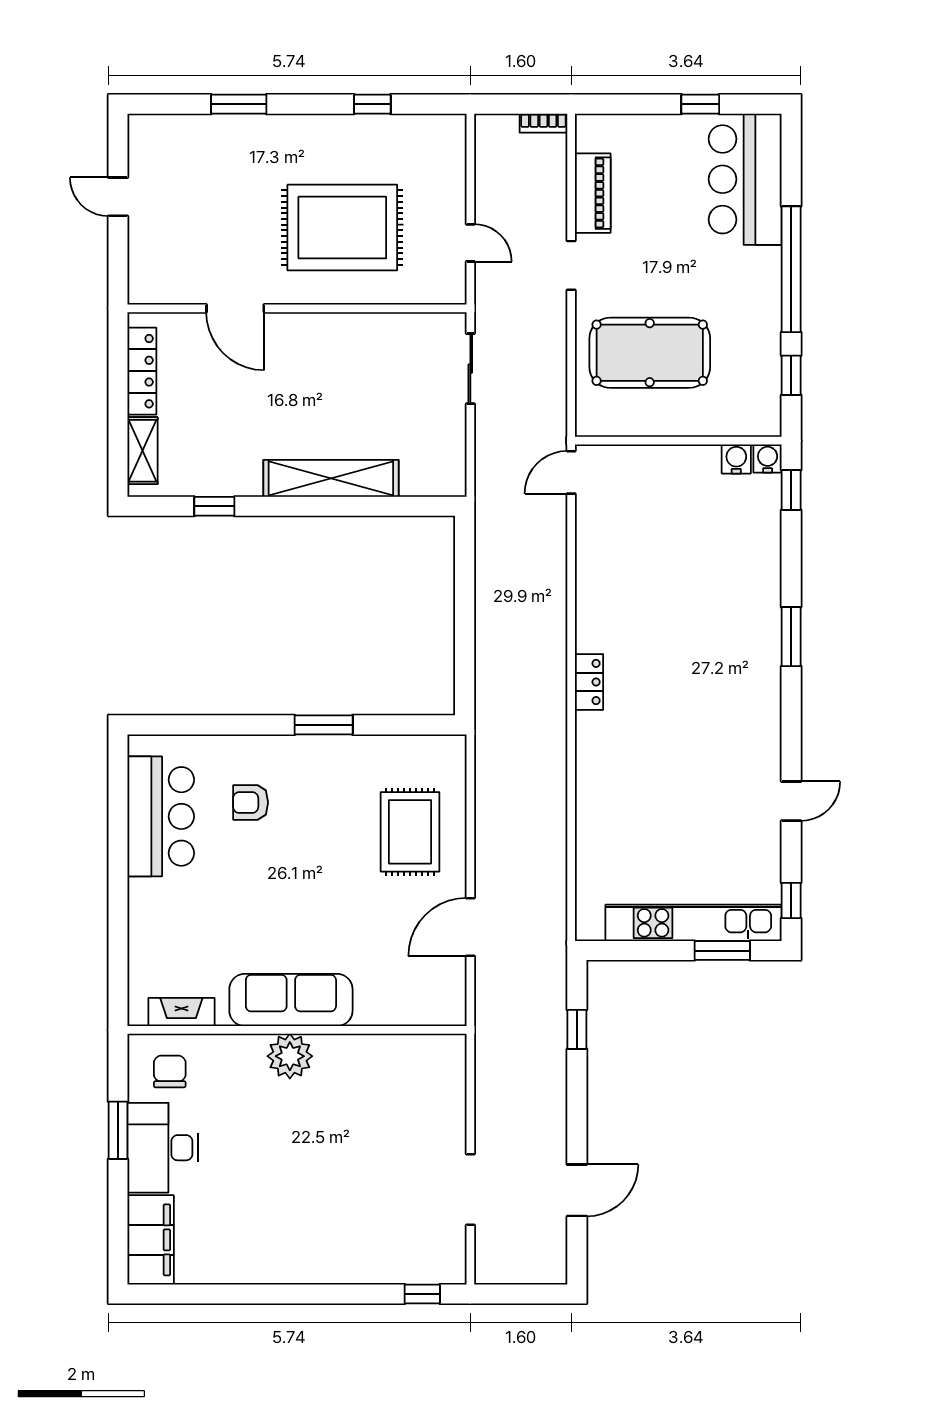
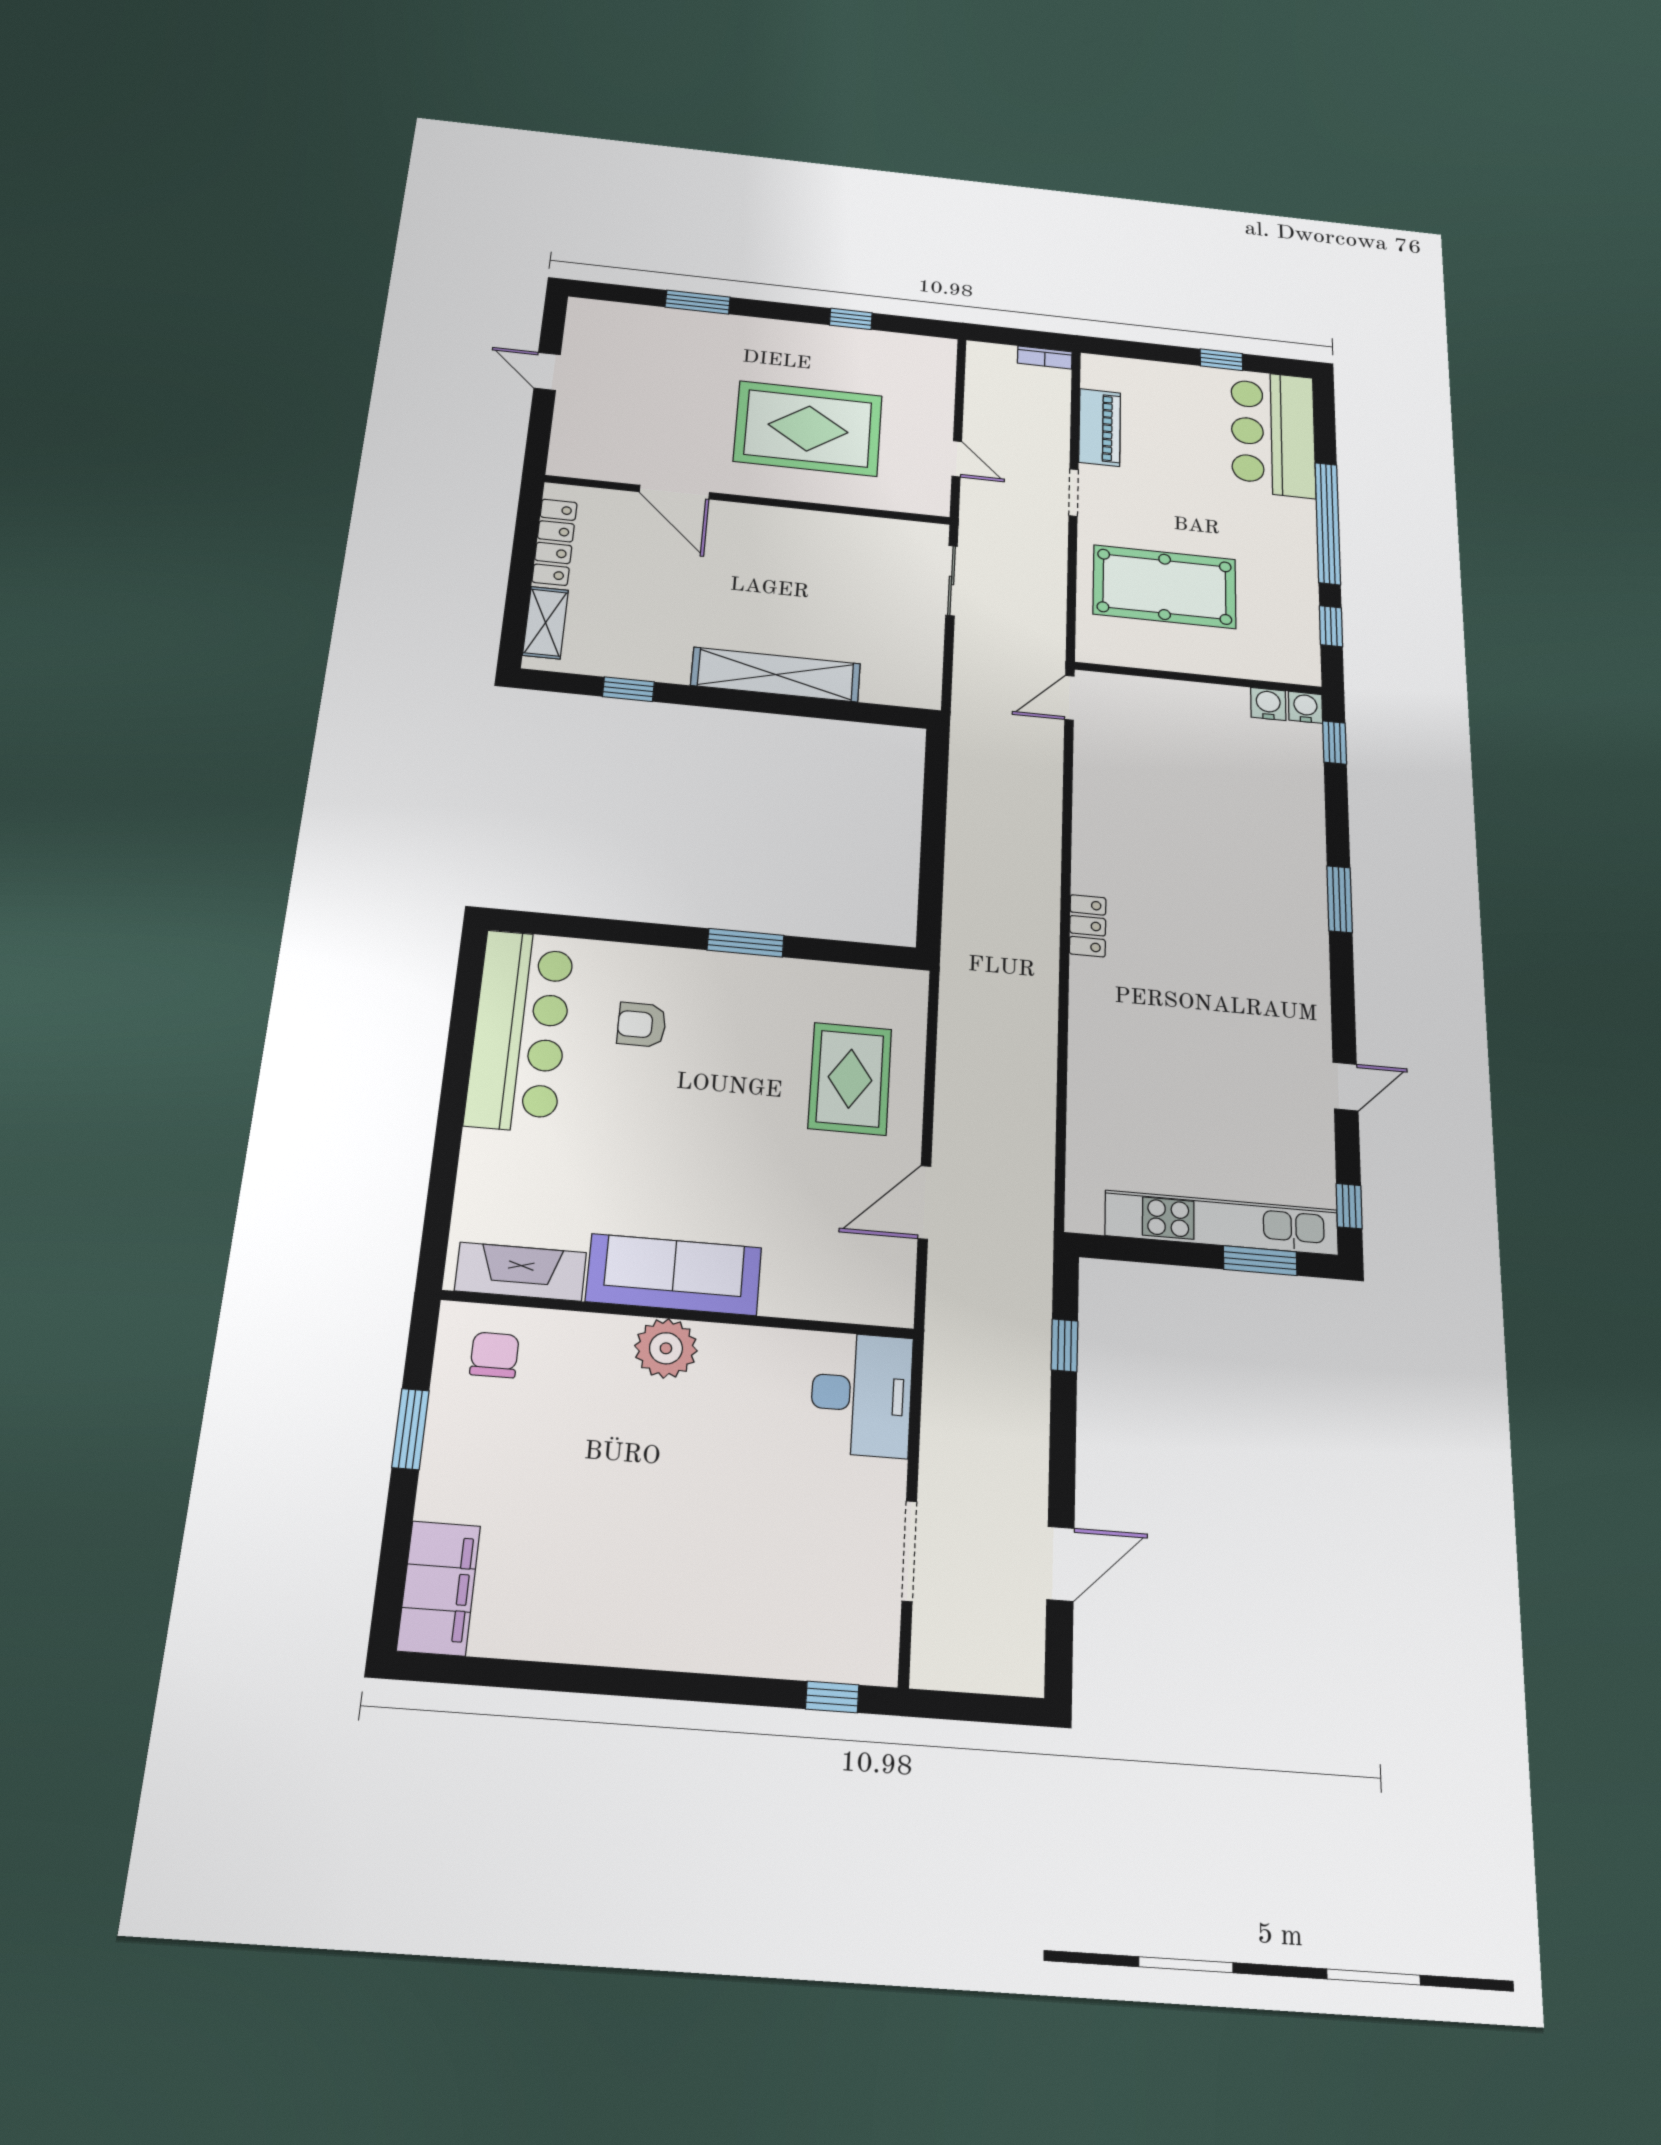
bar counter: (161, 816) -> (520, 1030), width x1.36
fireplace: (181, 1012) -> (521, 1272), width x1.37, depth x1.32
desk: (163, 1148) -> (861, 1394), moved, turned 180

